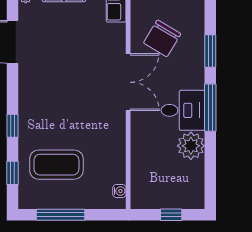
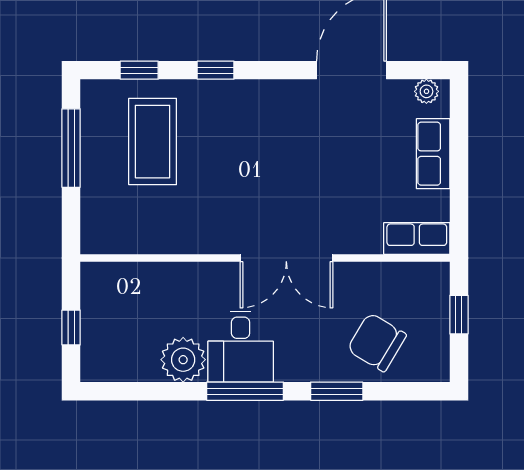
chair: (162, 38) -> (377, 342), moved
water cooler: (119, 191) -> (110, 244), removed

